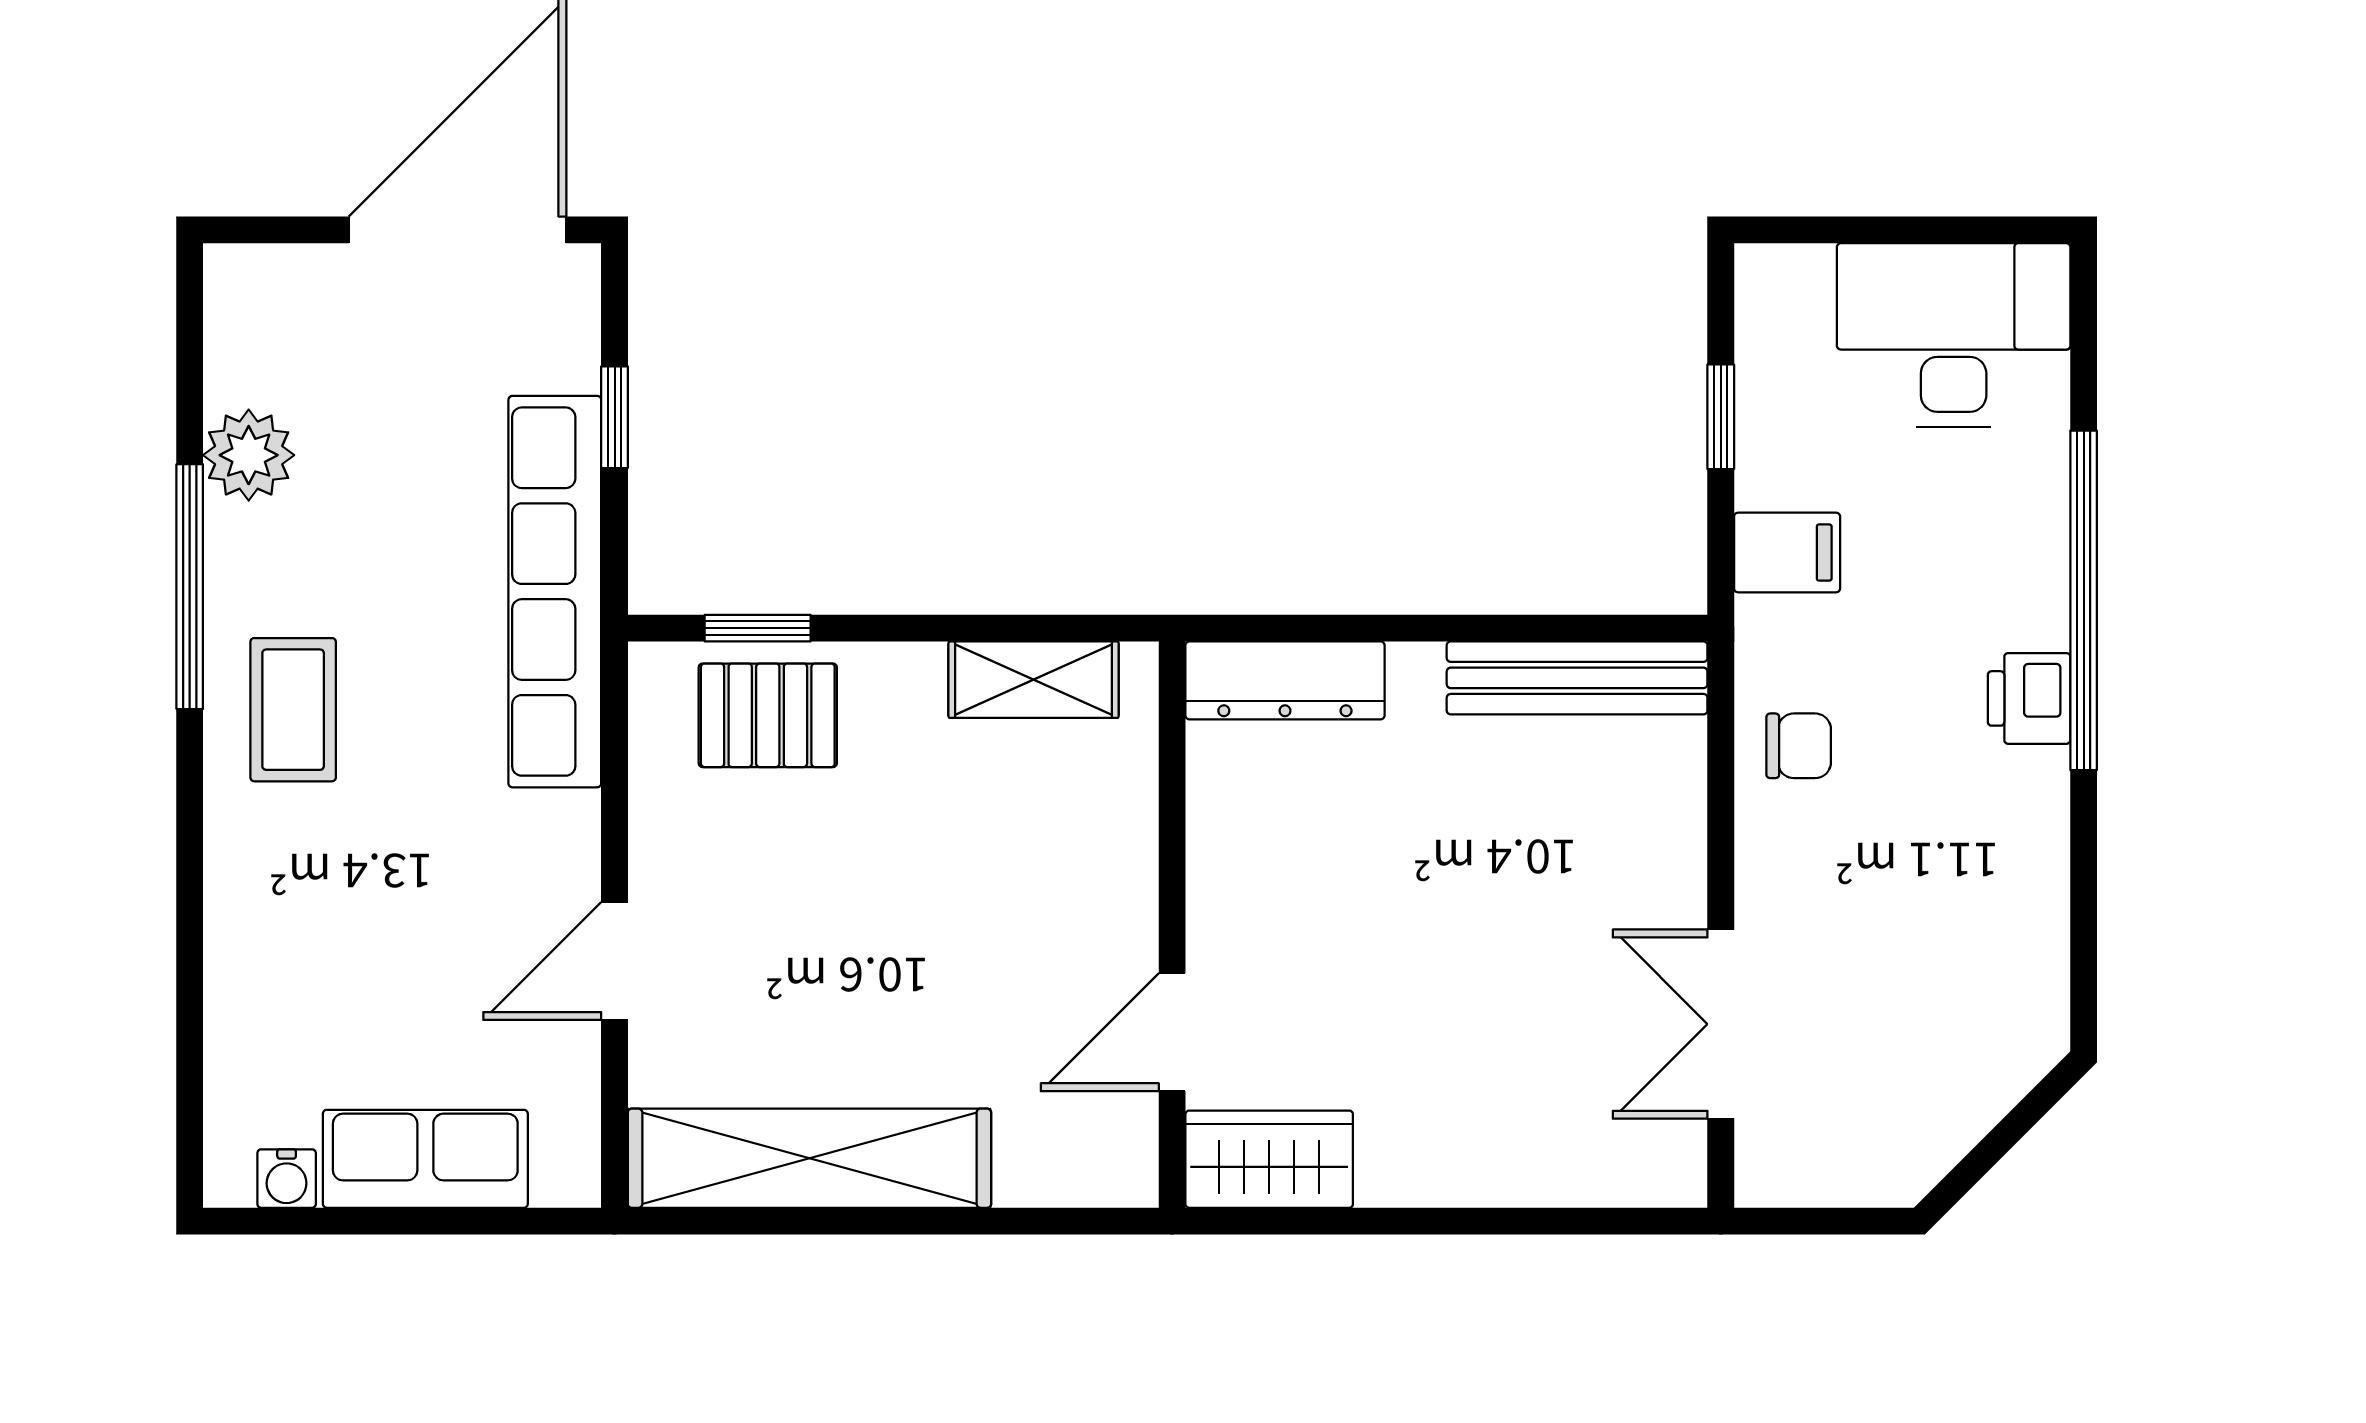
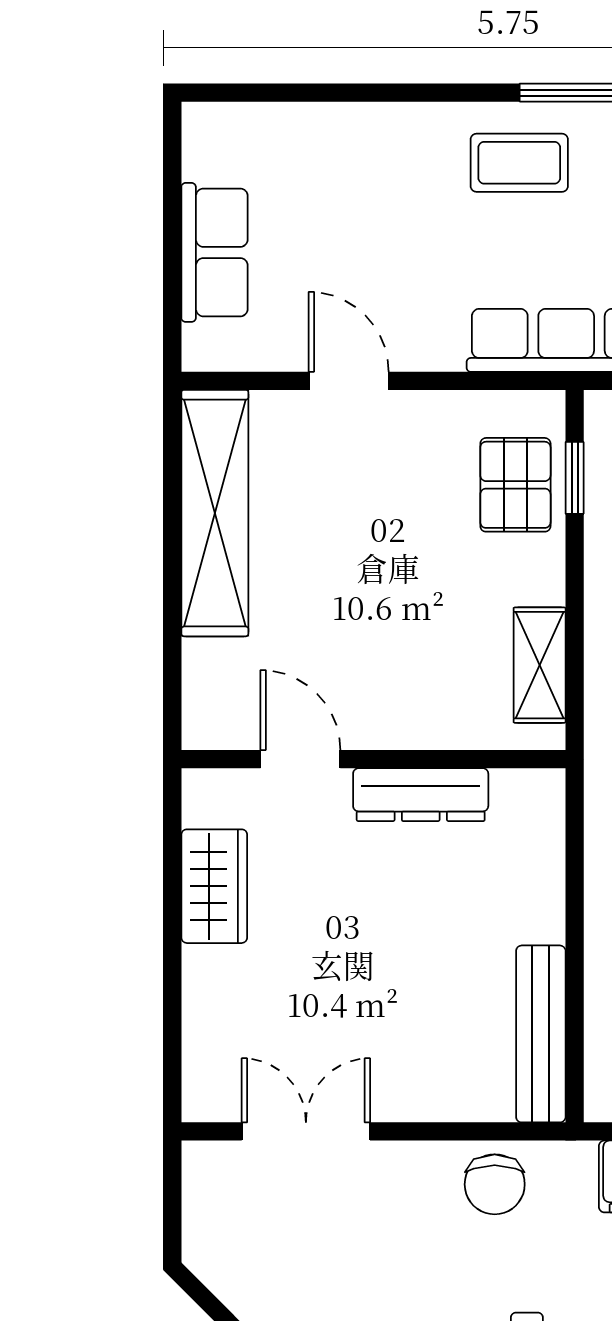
dresser: (1285, 680) -> (421, 795), moved, turned -90
chair: (1799, 746) -> (495, 1184), width x1.37, depth x1.37
wardrobe: (1269, 1159) -> (214, 886), moved
water cooler: (287, 1179) -> (201, 158), removed

